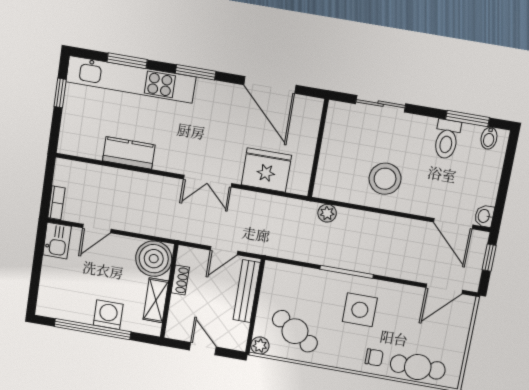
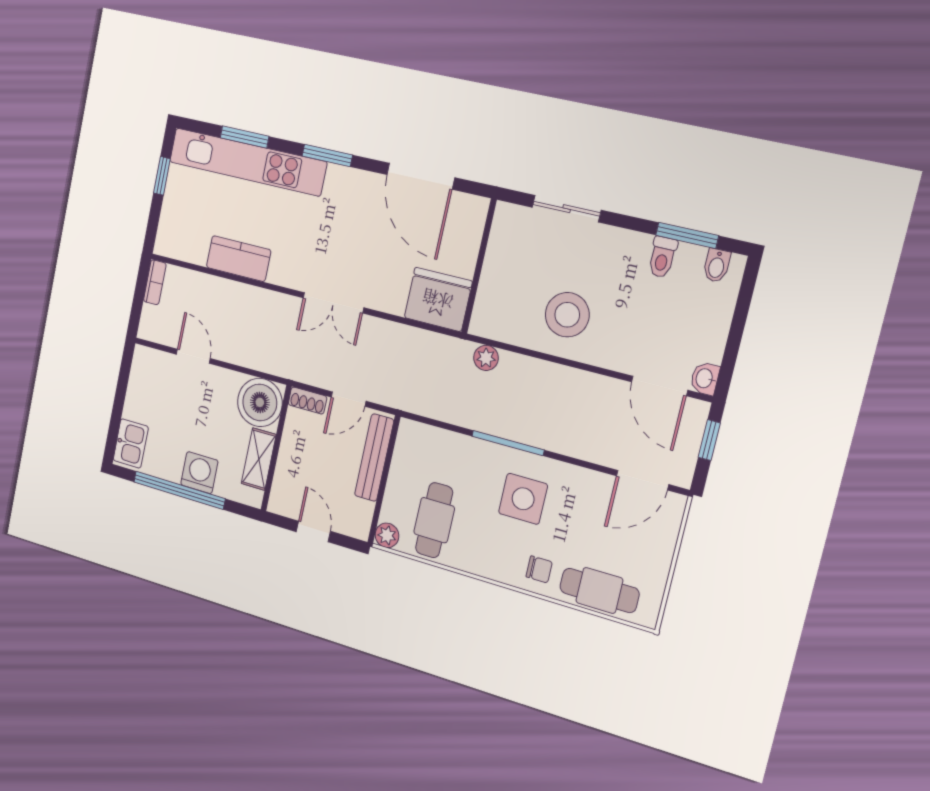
toilet: (447, 139) -> (662, 257), width x0.73, depth x0.72
fridge: (266, 170) -> (438, 299), moved
bookcase: (56, 203) -> (155, 282), moved
door: (97, 228) -> (193, 356), swing flipped
kitchen sink: (57, 241) -> (131, 443), moved
shoe rack: (180, 280) -> (307, 401), moved, turned 90
cafe table: (295, 331) -> (434, 520), turned 57

